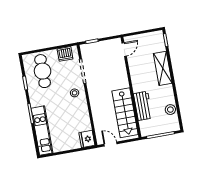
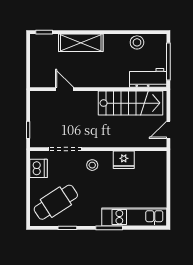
door: (124, 50) -> (64, 89), moved
cafe table: (43, 71) -> (56, 202), turned -33
workbench: (143, 106) -> (148, 78), moved
fridge: (87, 139) -> (124, 160), moved

